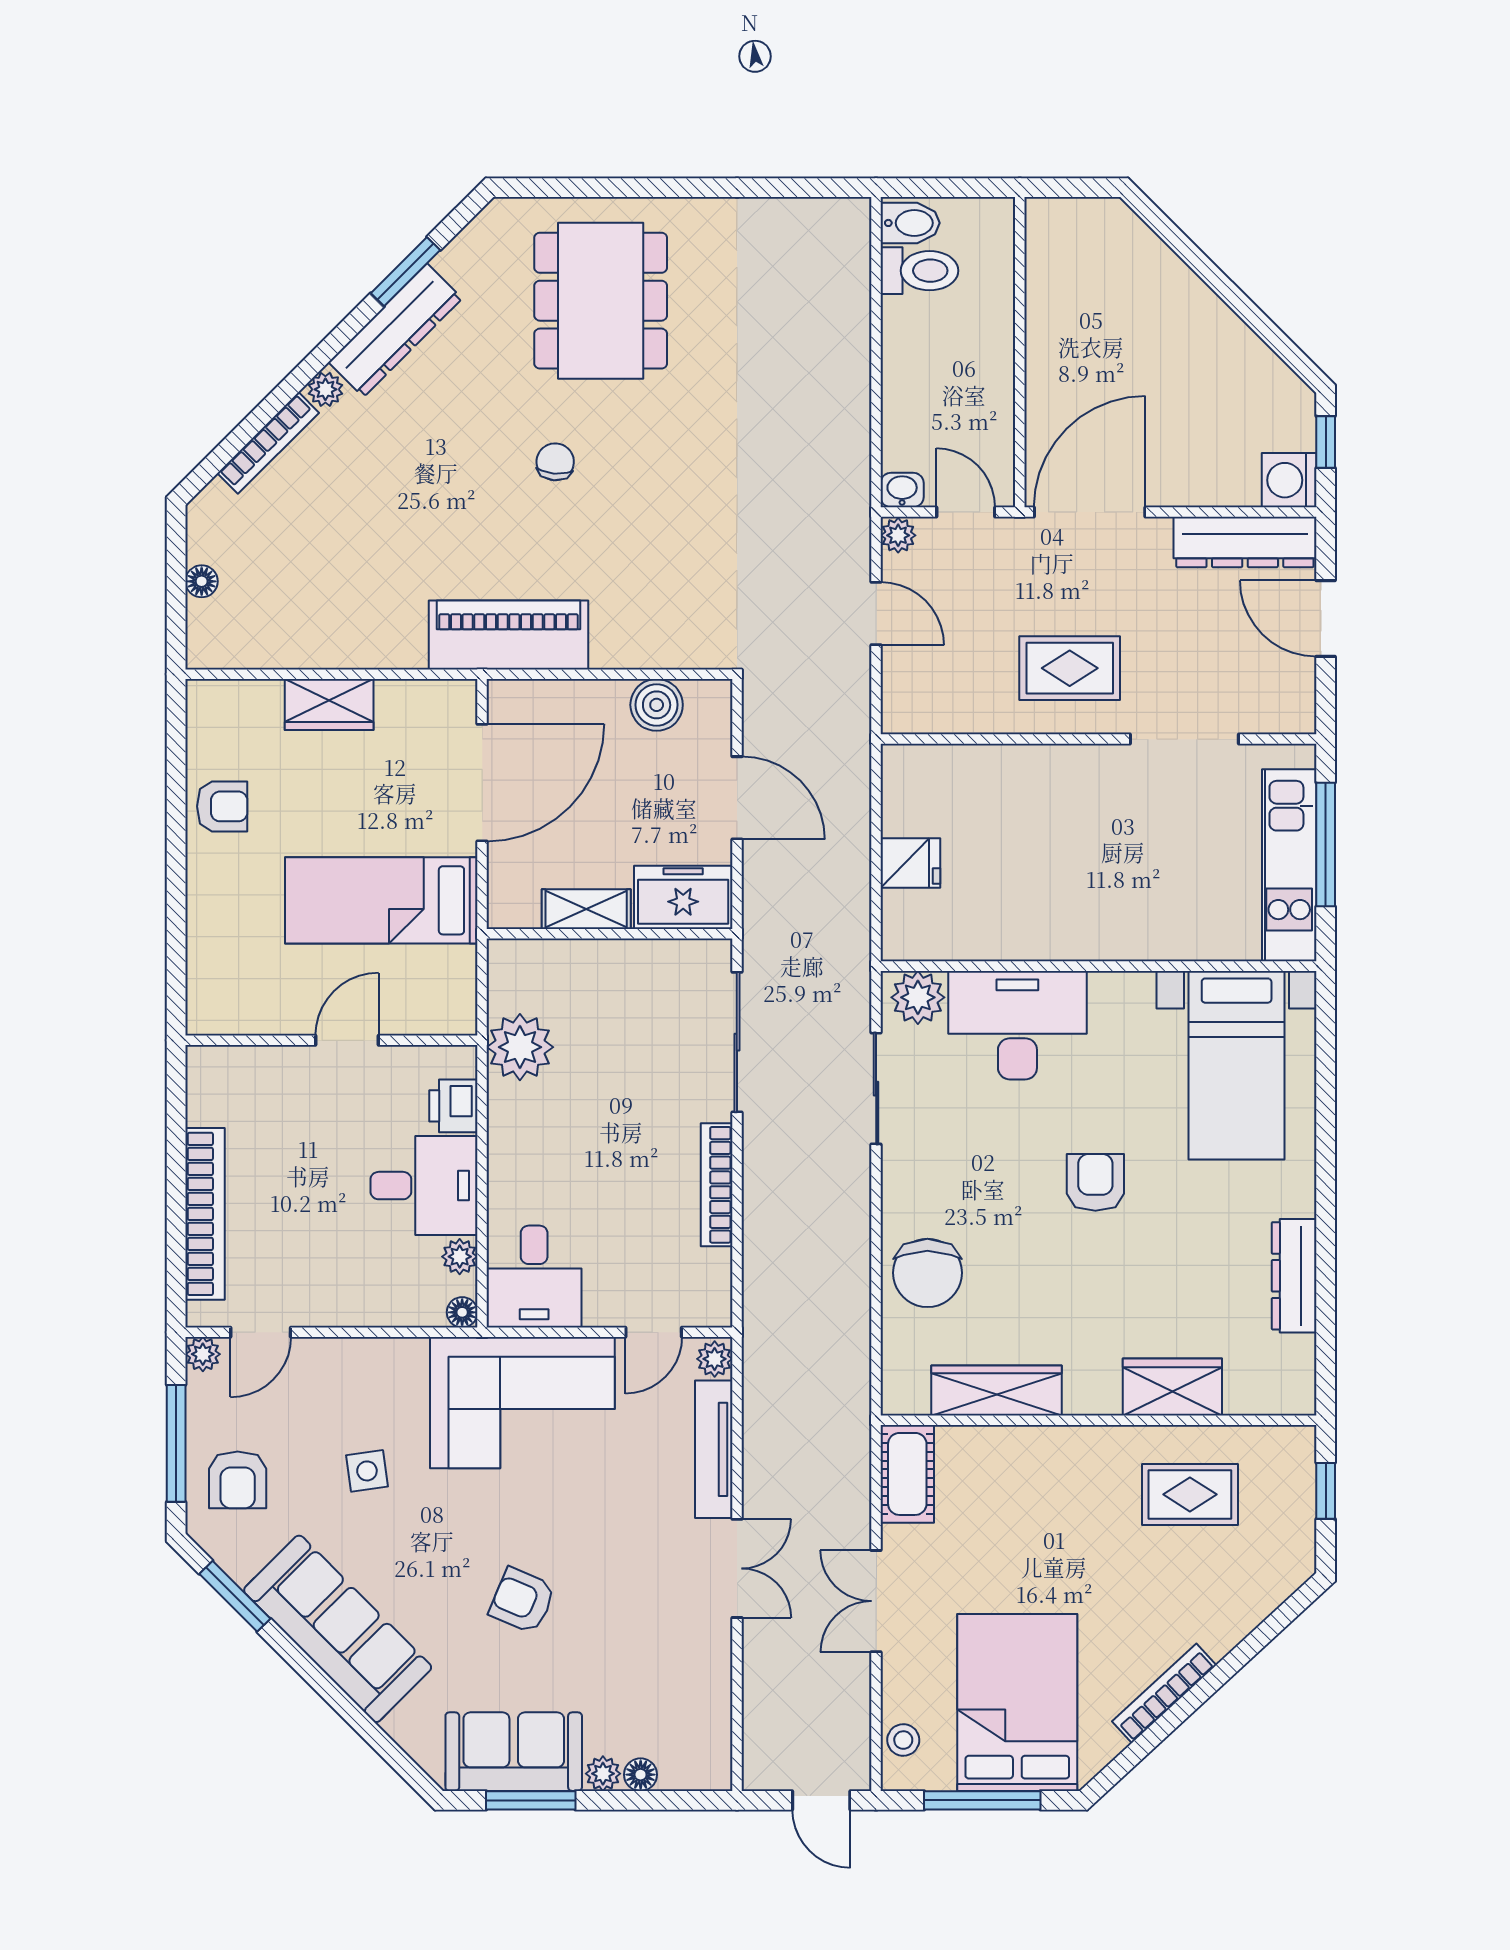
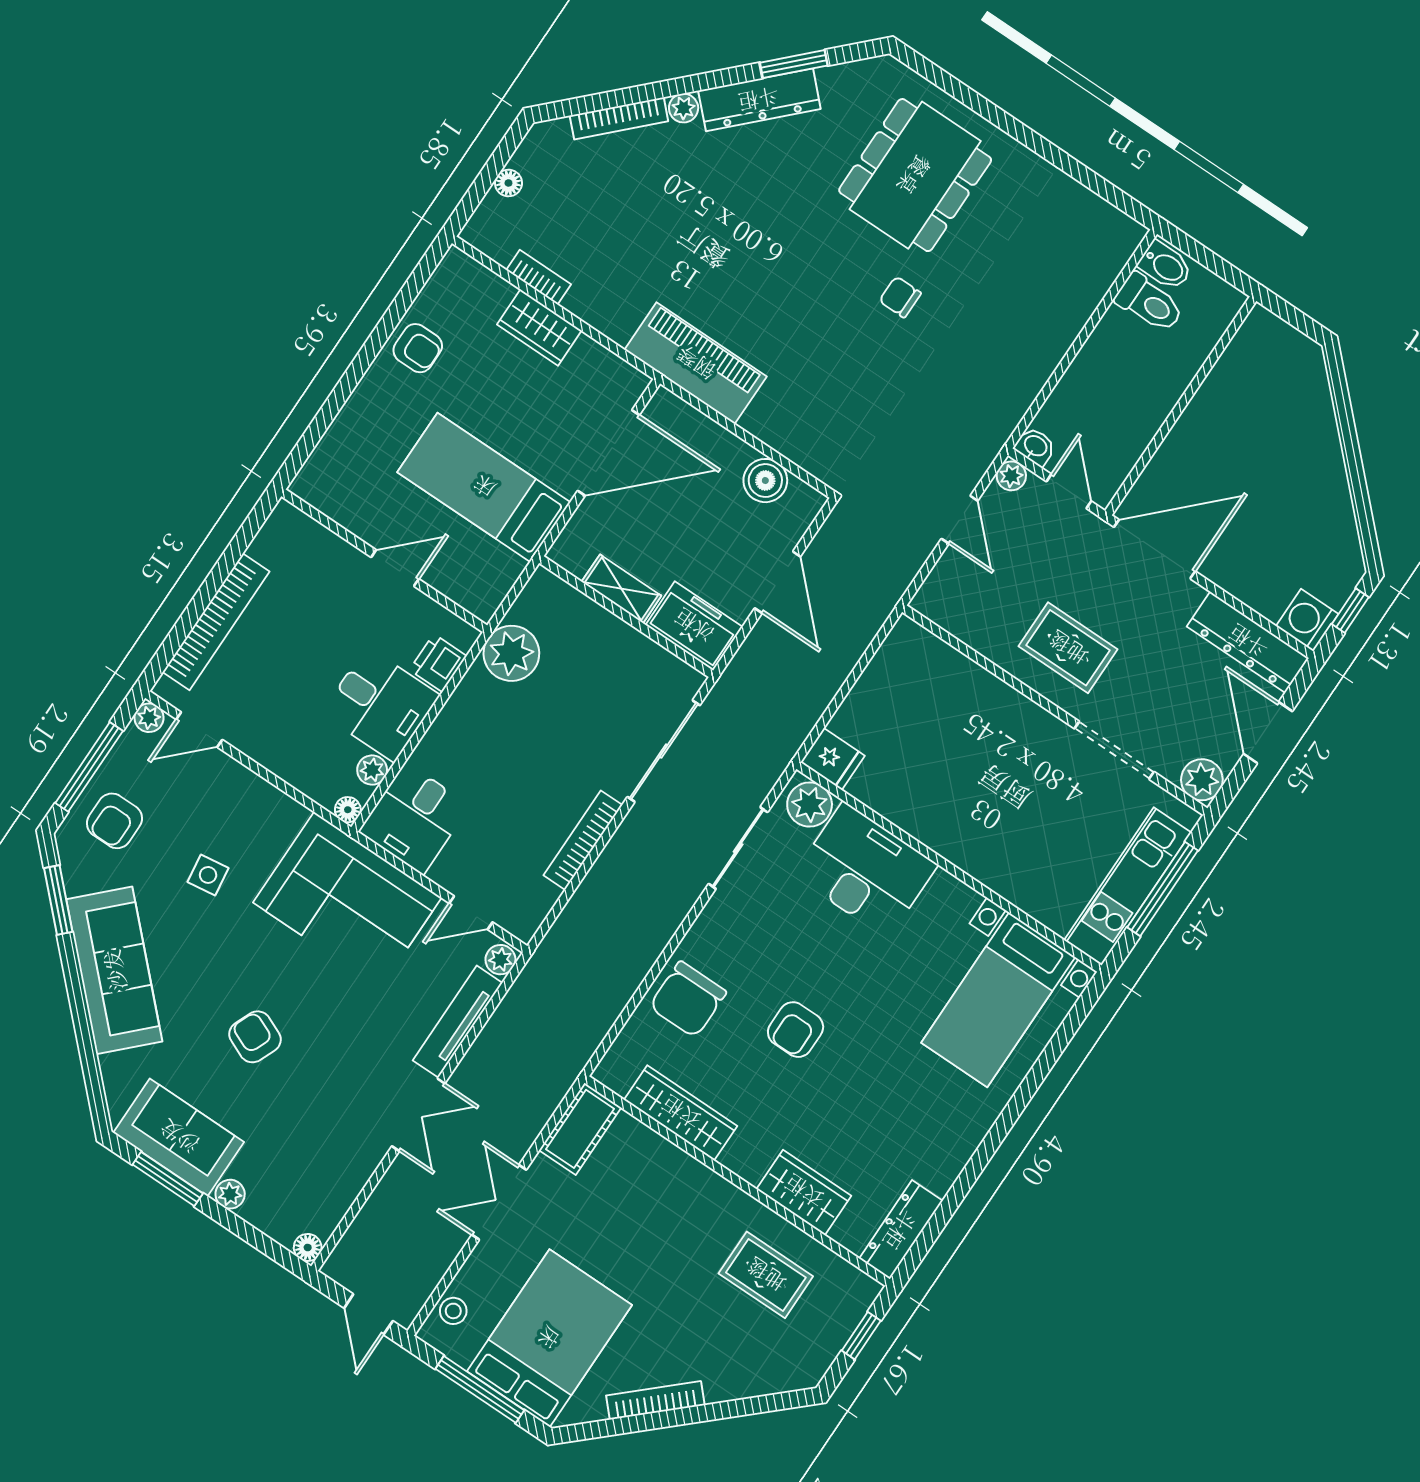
chair: (555, 462) -> (900, 297), moved, turned -95
bookcase: (295, 655) -> (539, 277), added
plant: (1291, 710) -> (1202, 780), added
fridge: (910, 863) -> (833, 759), moved
armchair: (1095, 1182) -> (796, 1030), moved, turned 180
dresser: (1294, 1276) -> (901, 1230), moved
floor lamp: (641, 1775) -> (308, 1248), moved

